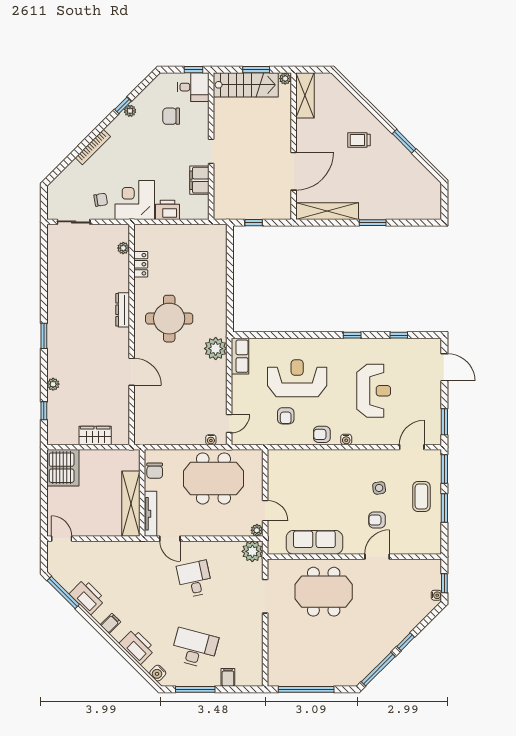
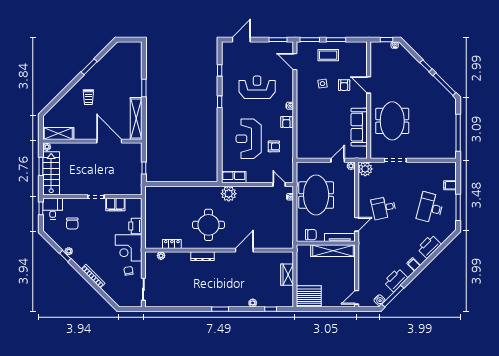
water cooler: (158, 673) -> (379, 300), moved

